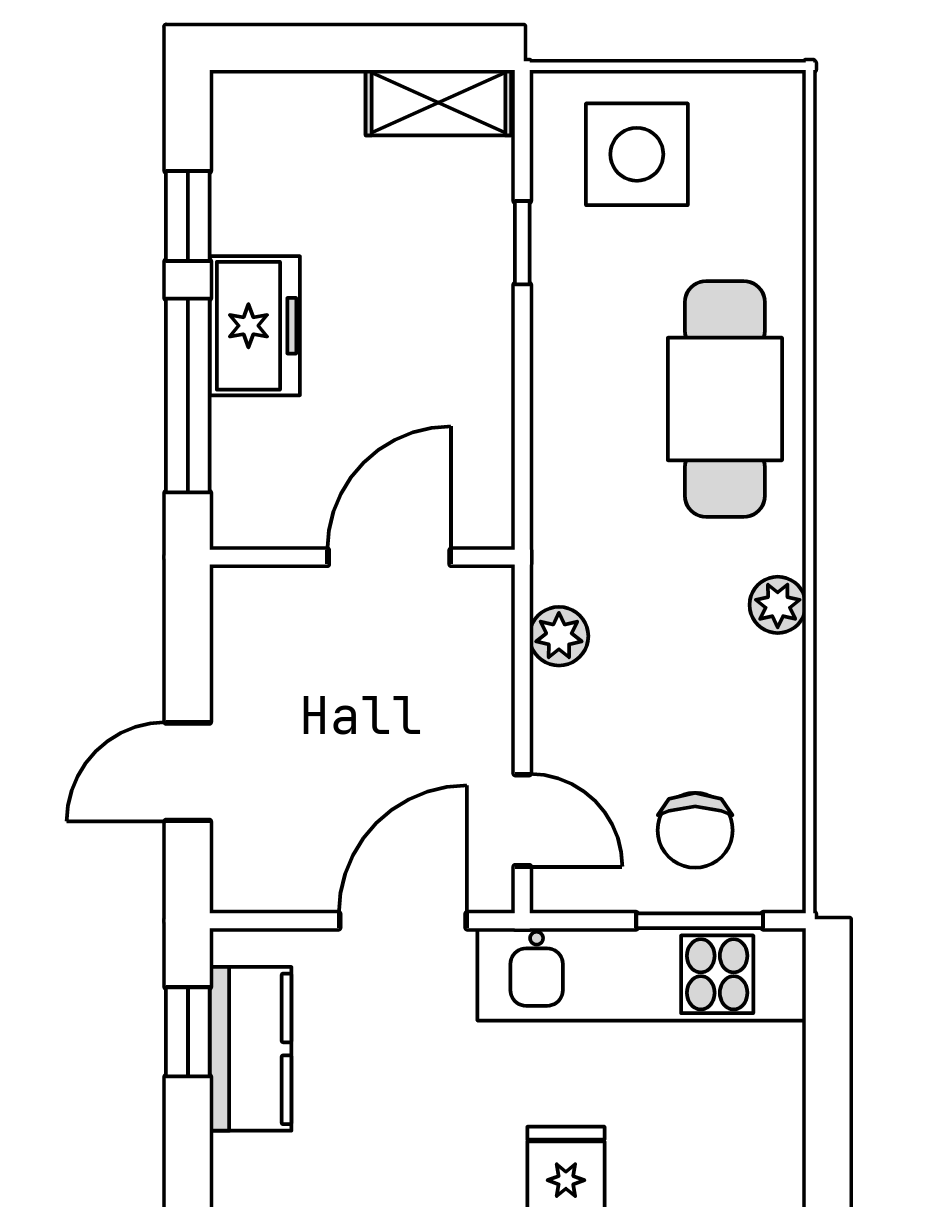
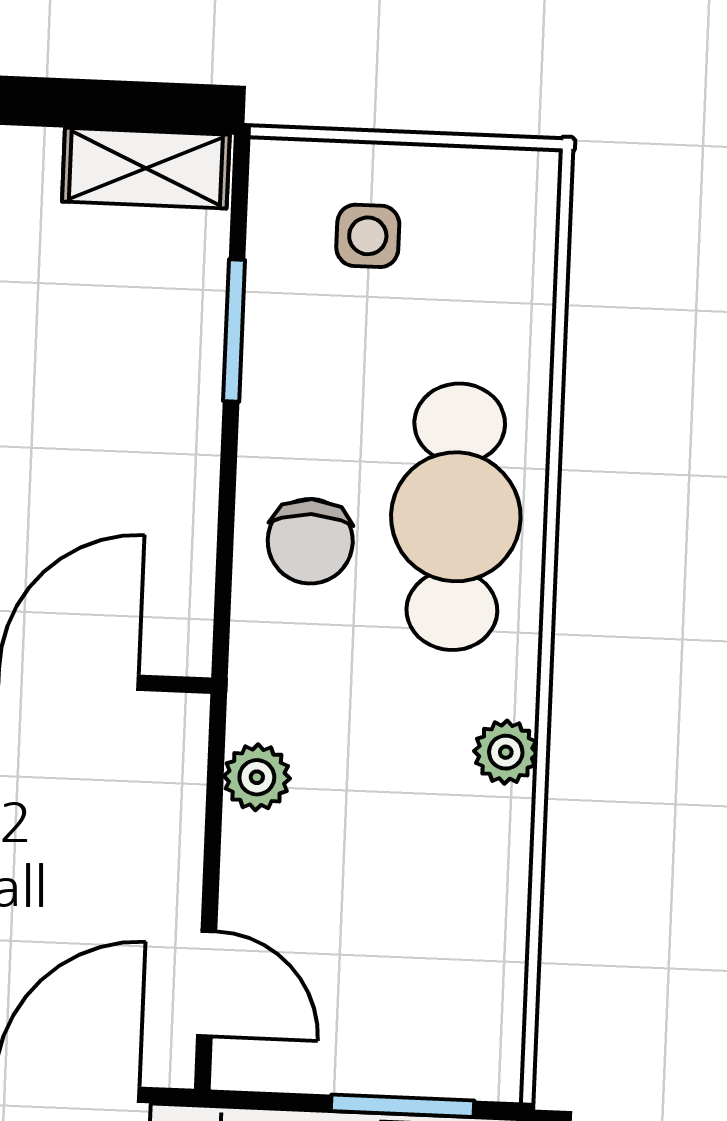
side table: (637, 154) -> (368, 236), width x0.54, depth x0.54
window: (522, 243) -> (234, 331), width x1.50
chair: (695, 830) -> (310, 541), moved

